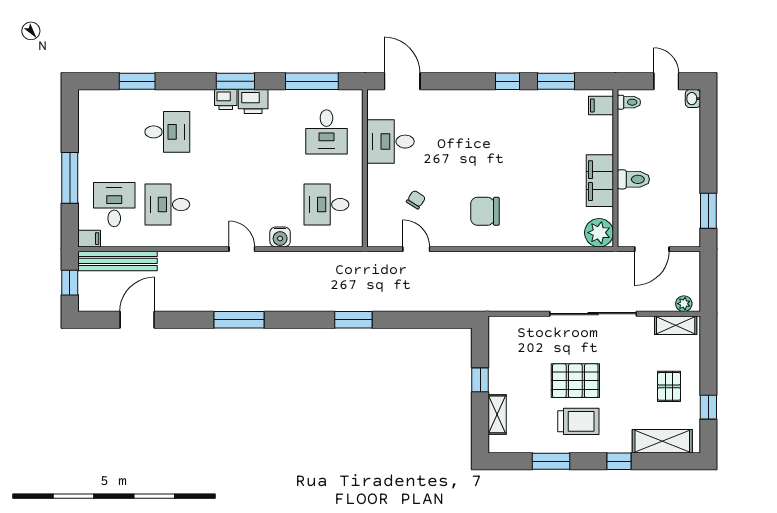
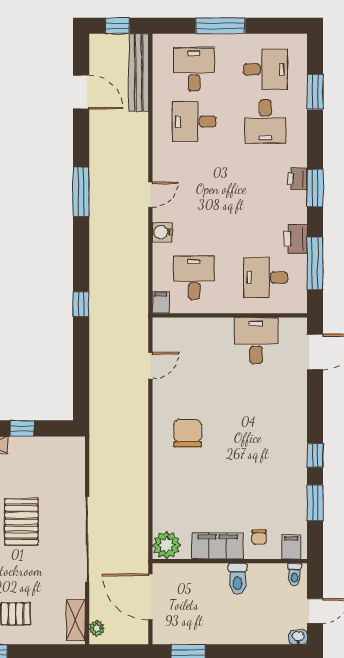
printer: (253, 102) -> (295, 239), moved
desk: (114, 132) -> (265, 69), added
toilet: (633, 179) -> (238, 579), moved
chair: (416, 200) -> (259, 537), moved, turned 57
desk: (114, 205) -> (194, 69), turned -90
desk: (167, 205) -> (194, 121), turned -90
filing cabinet: (89, 239) -> (161, 302), moved, turned 180
door: (652, 249) -> (150, 597), width x1.36
window: (353, 320) -> (81, 304), width x0.67

